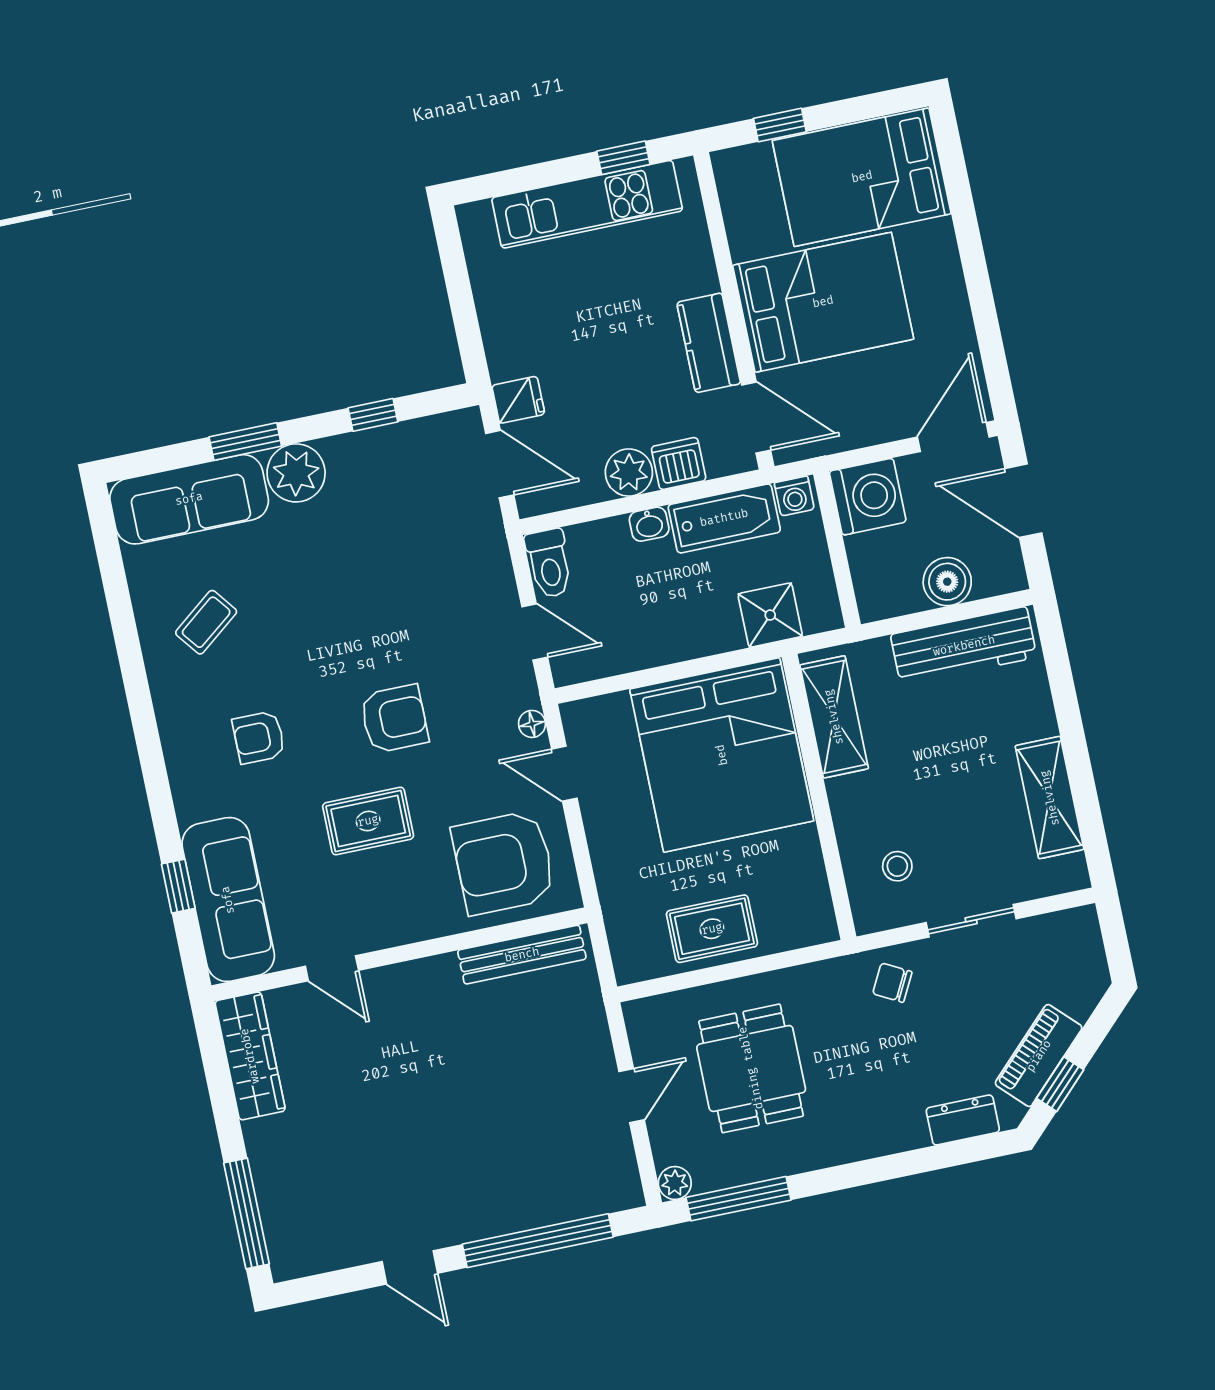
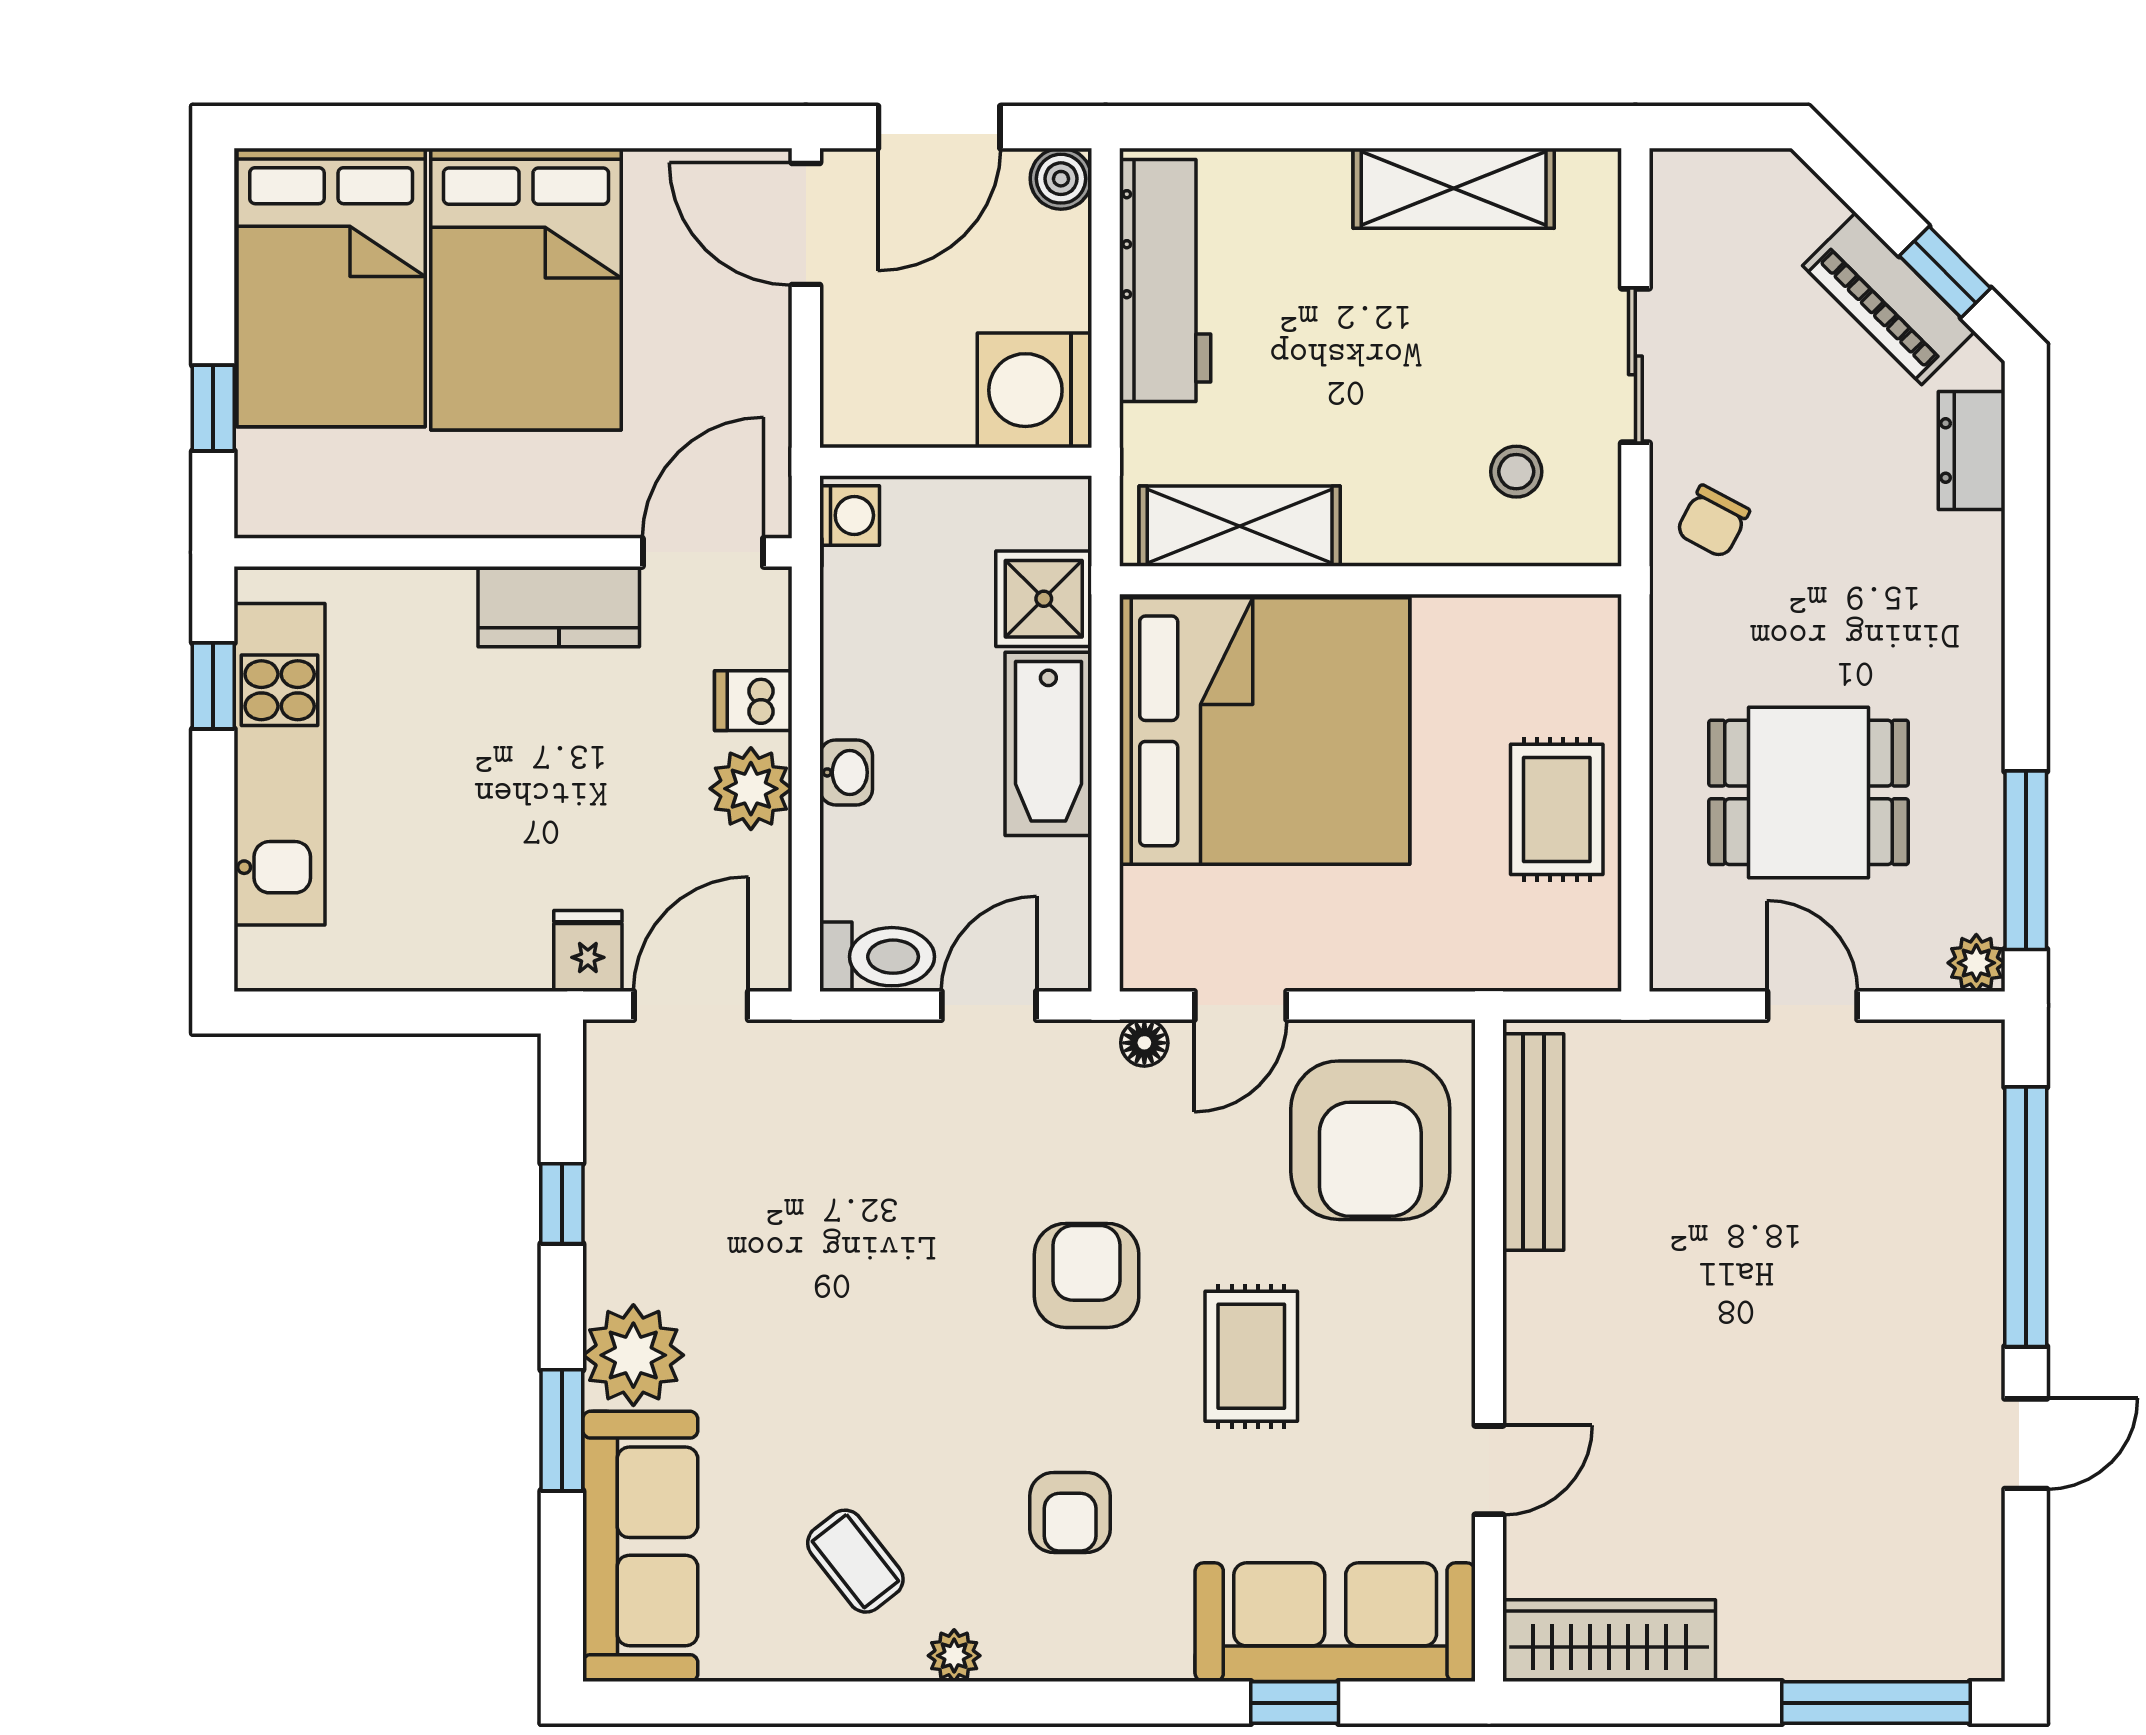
bed: (823, 302) -> (526, 289), moved, turned 180
dishwasher: (679, 464) -> (753, 701), width x0.73
washing machine: (868, 497) -> (1035, 390), moved, turned -90
bathtub: (724, 518) -> (1048, 744), moved, turned 180
boiler: (947, 582) -> (1061, 179), moved, width x0.73, depth x0.73
plant: (165, 689) -> (954, 1656), added

